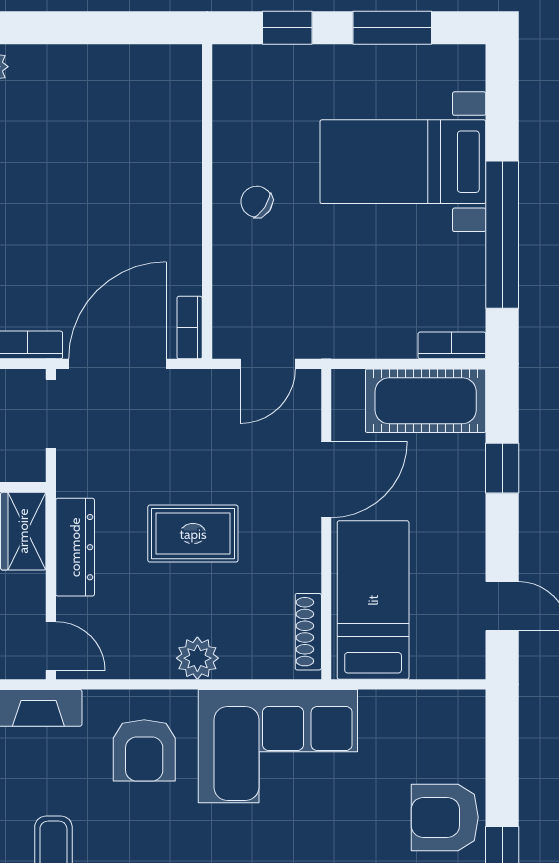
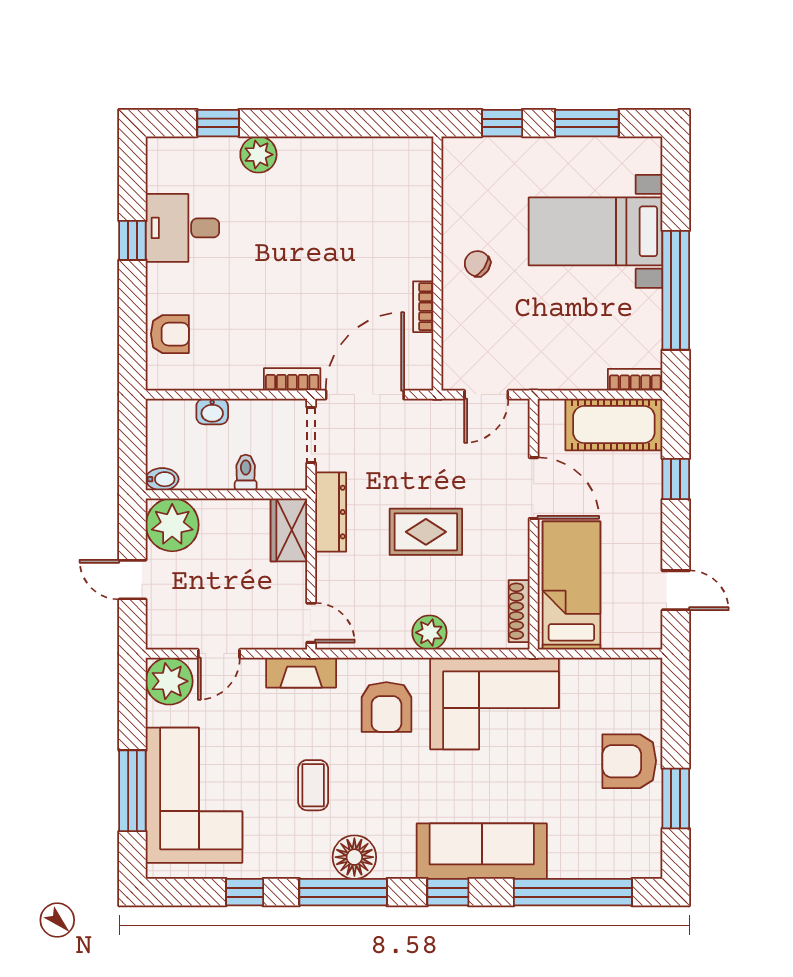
bookcase: (190, 328) -> (423, 307), moved
door: (326, 479) -> (534, 488), hinge flipped
dresser: (75, 547) -> (331, 512), moved

